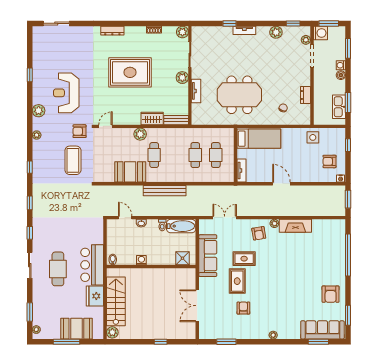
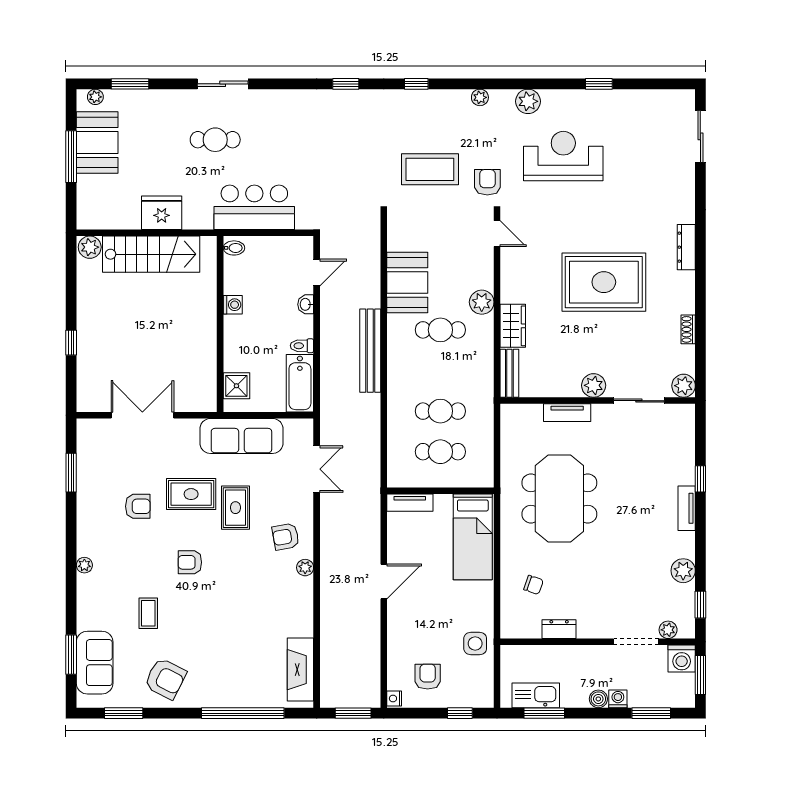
rug: (130, 72) -> (604, 282), turned 90
fireplace: (295, 226) -> (300, 670), moved
window: (30, 233) -> (287, 84), removed
bar counter: (92, 265) -> (254, 207), moved
cafe table: (58, 269) -> (215, 140), width x0.73, depth x0.74
armchair: (272, 282) -> (190, 562), added
armchair: (331, 294) -> (165, 679), turned -153
coffee table: (297, 303) -> (148, 613), added
booth: (76, 329) -> (97, 142), moved
sofa: (322, 330) -> (95, 663), width x0.73

